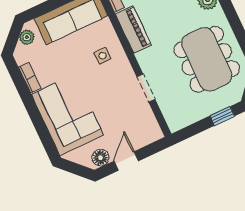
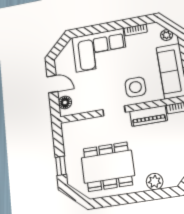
side table: (102, 56) -> (135, 87), width x1.87, depth x1.87
doorway: (146, 88) -> (114, 111), moved
floor lamp: (101, 158) -> (65, 102), moved

